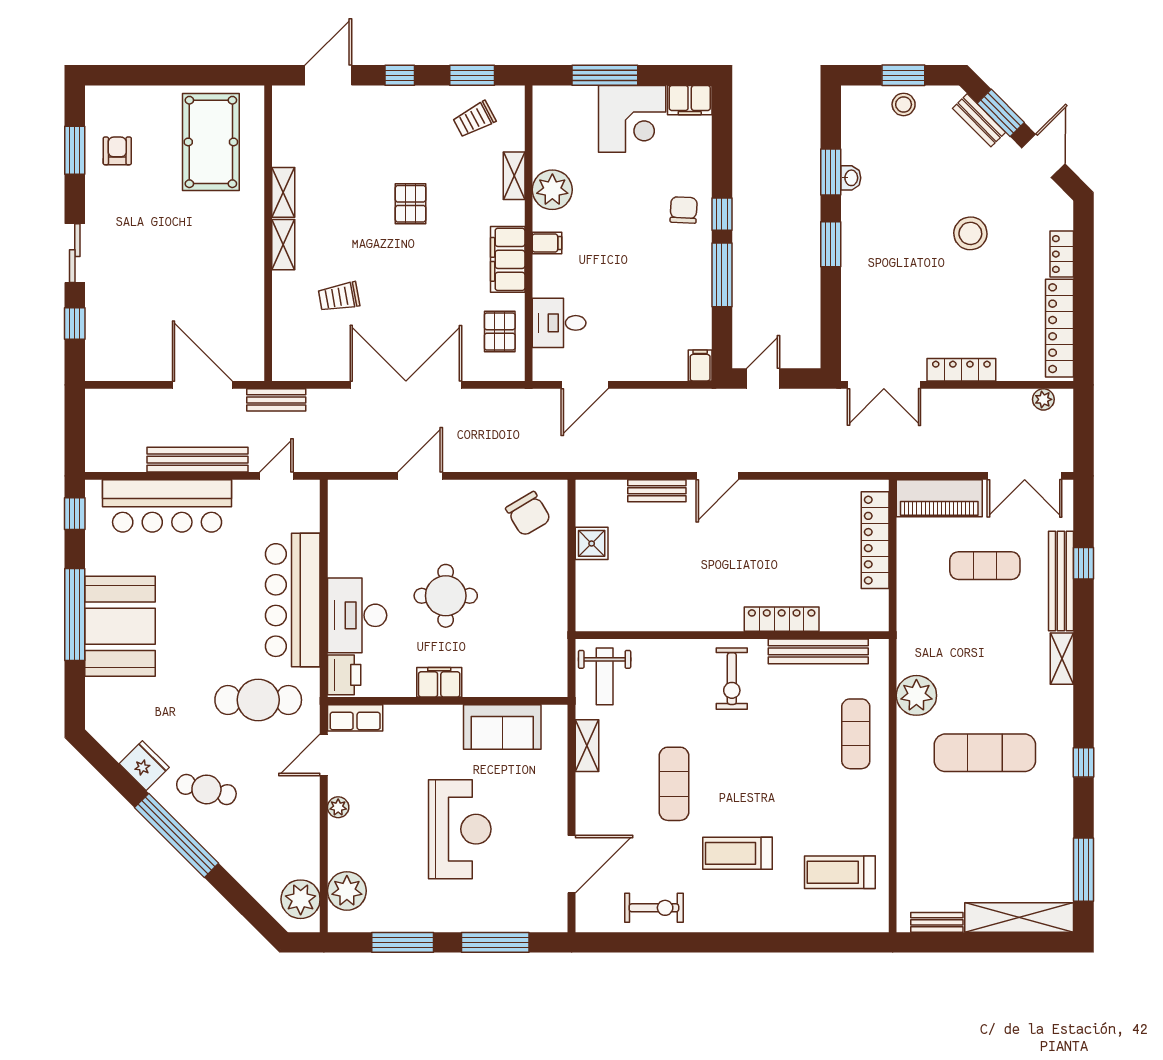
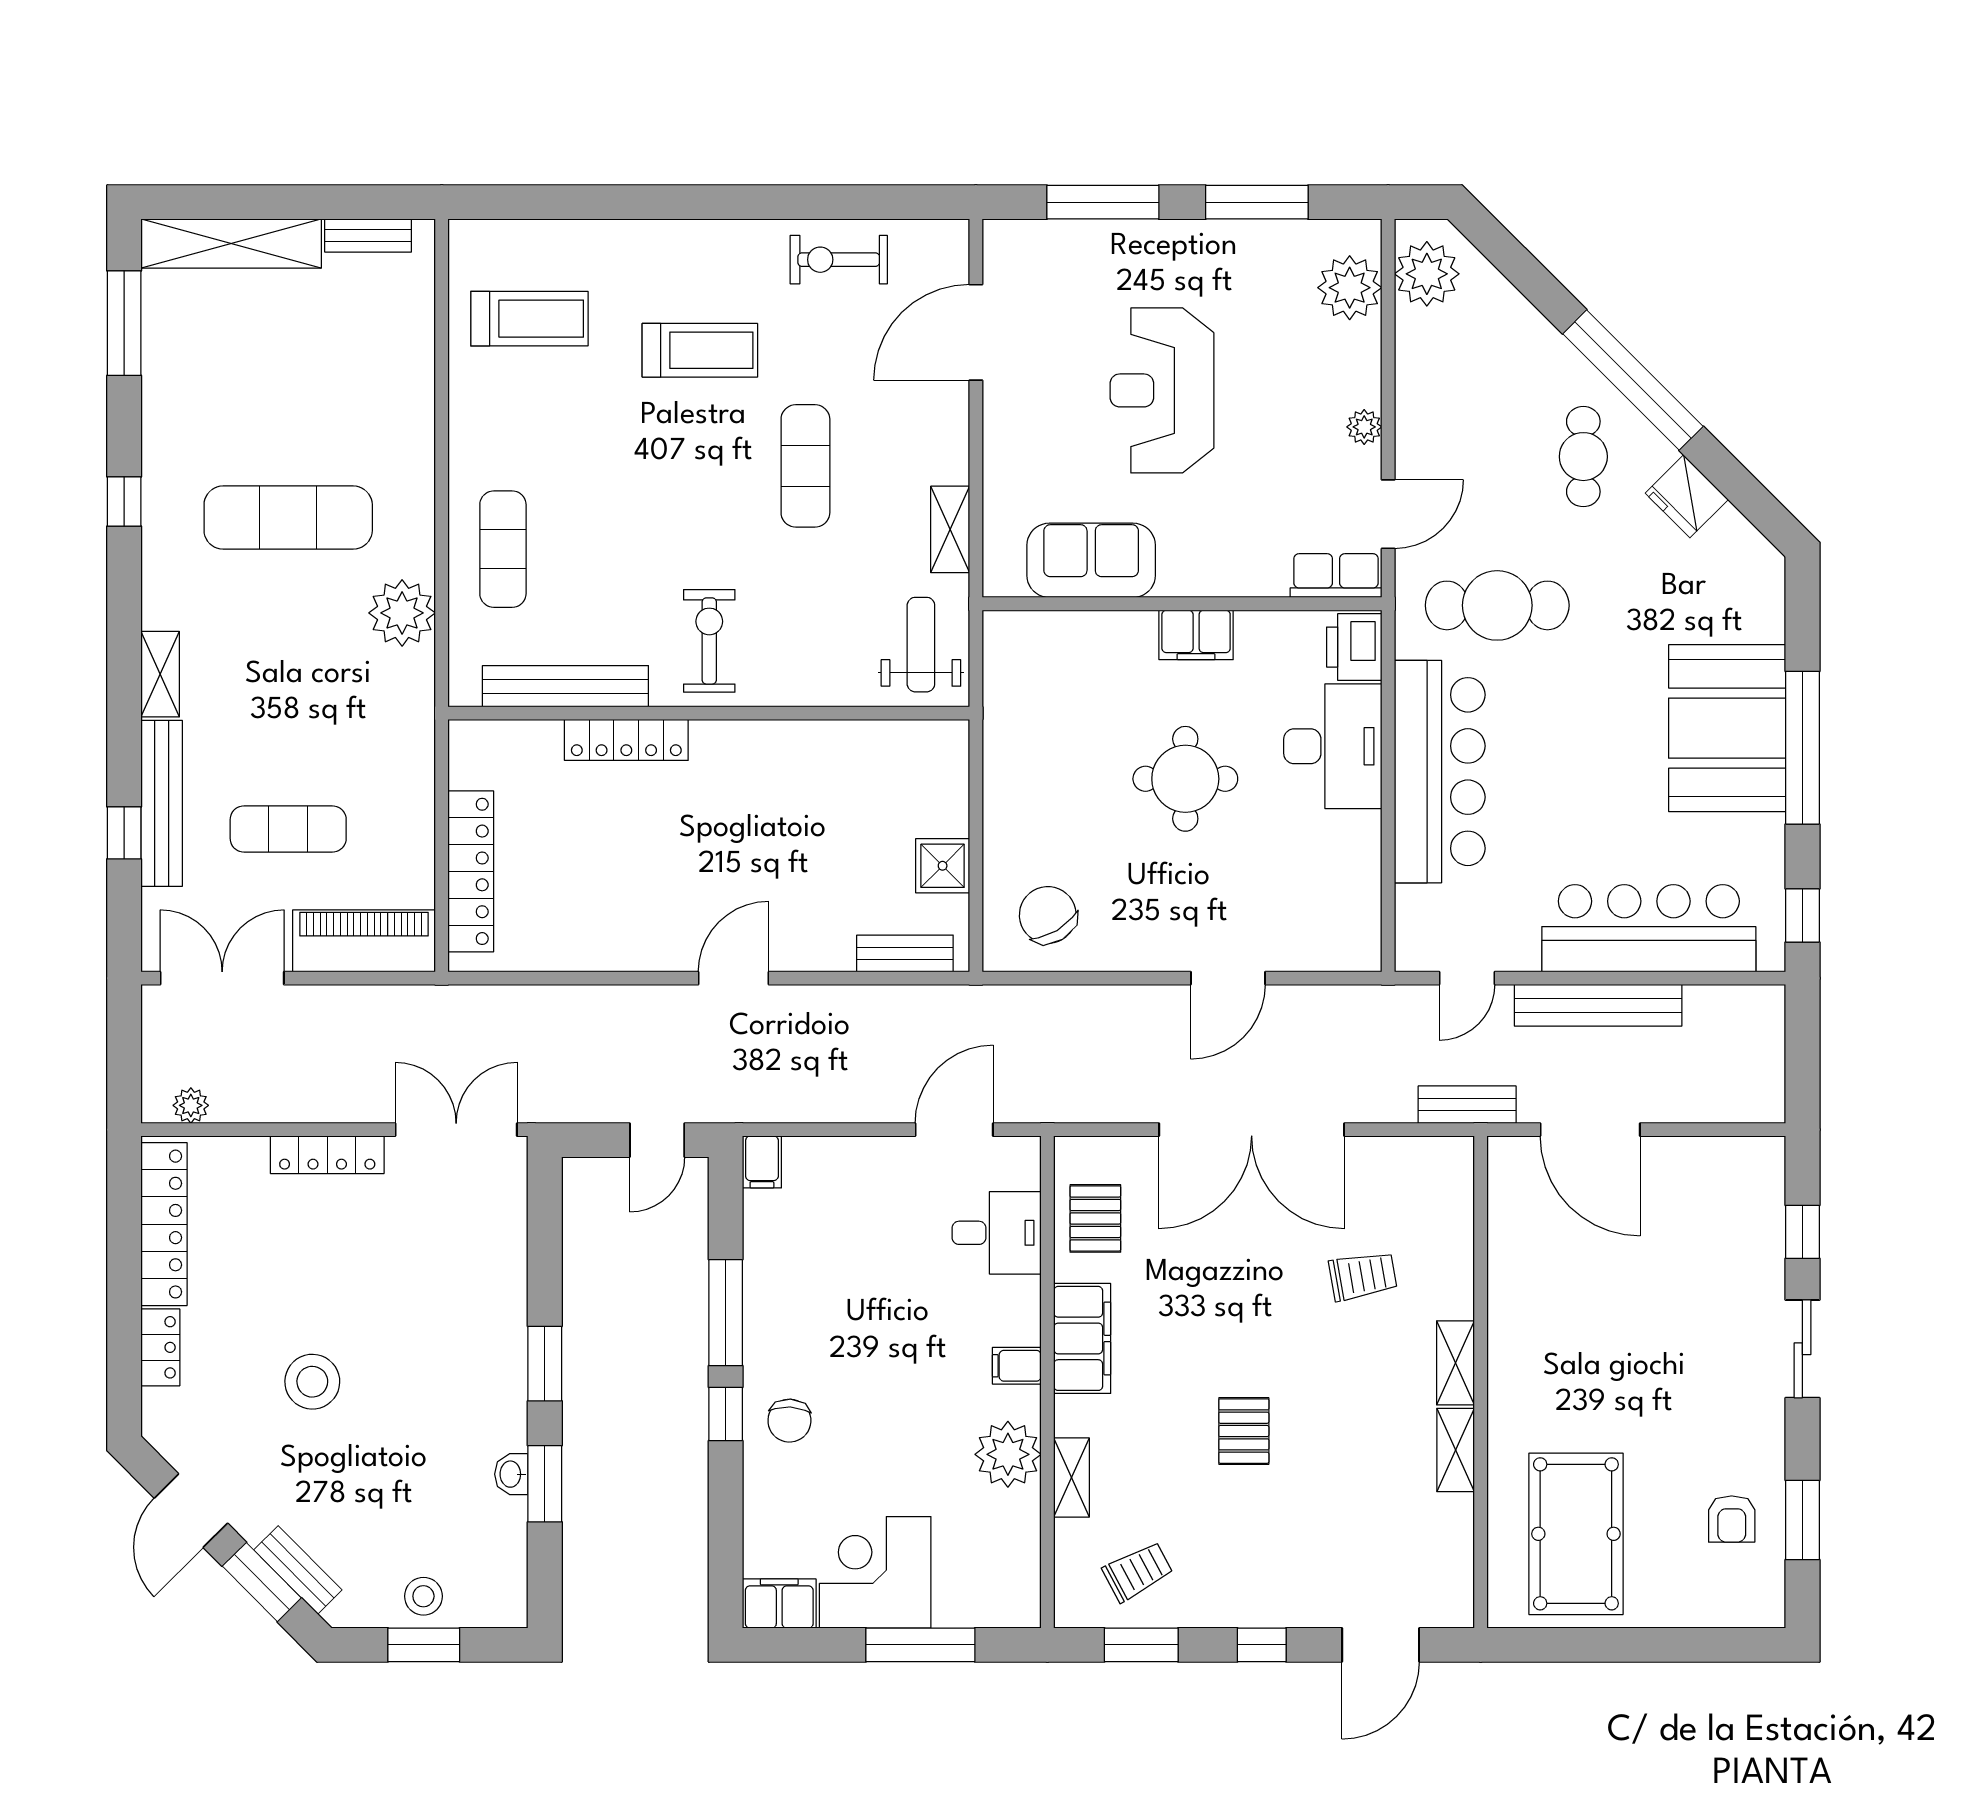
bench: (657, 491) -> (905, 953), moved
cafe table: (206, 789) -> (1583, 457), turned 76

